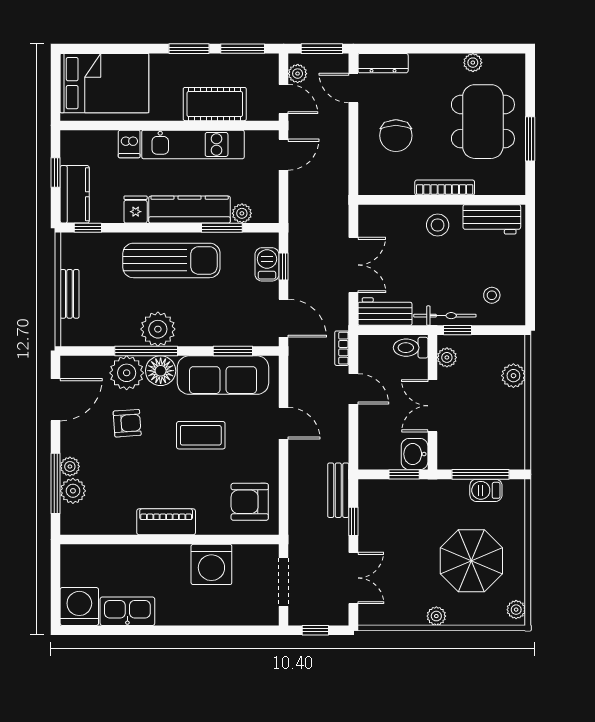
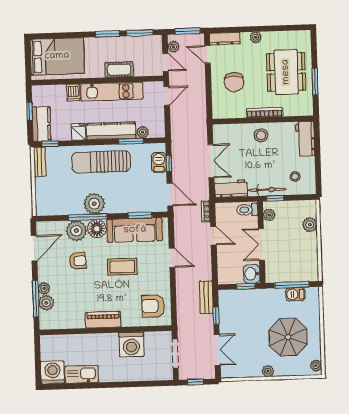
plant: (473, 63) -> (256, 37), moved
cot: (215, 104) -> (119, 69), width x0.73, depth x0.75
workbench: (492, 219) -> (305, 139), moved, turned 90
sun lounger: (171, 260) -> (101, 162), turned 180
bench: (70, 294) -> (40, 162), moved

